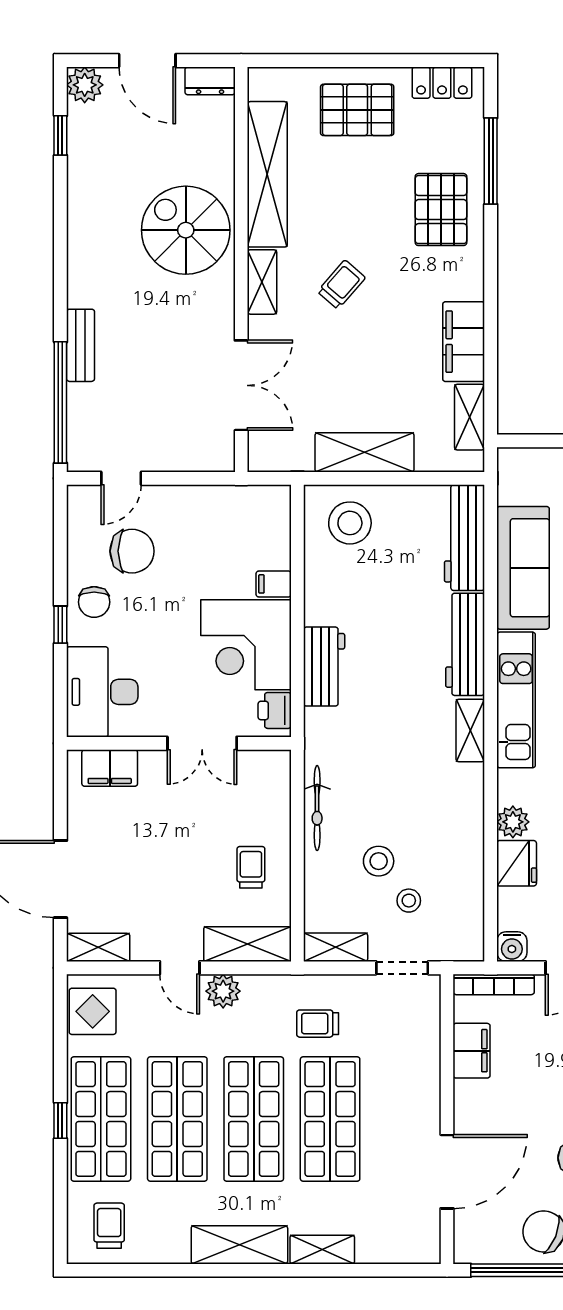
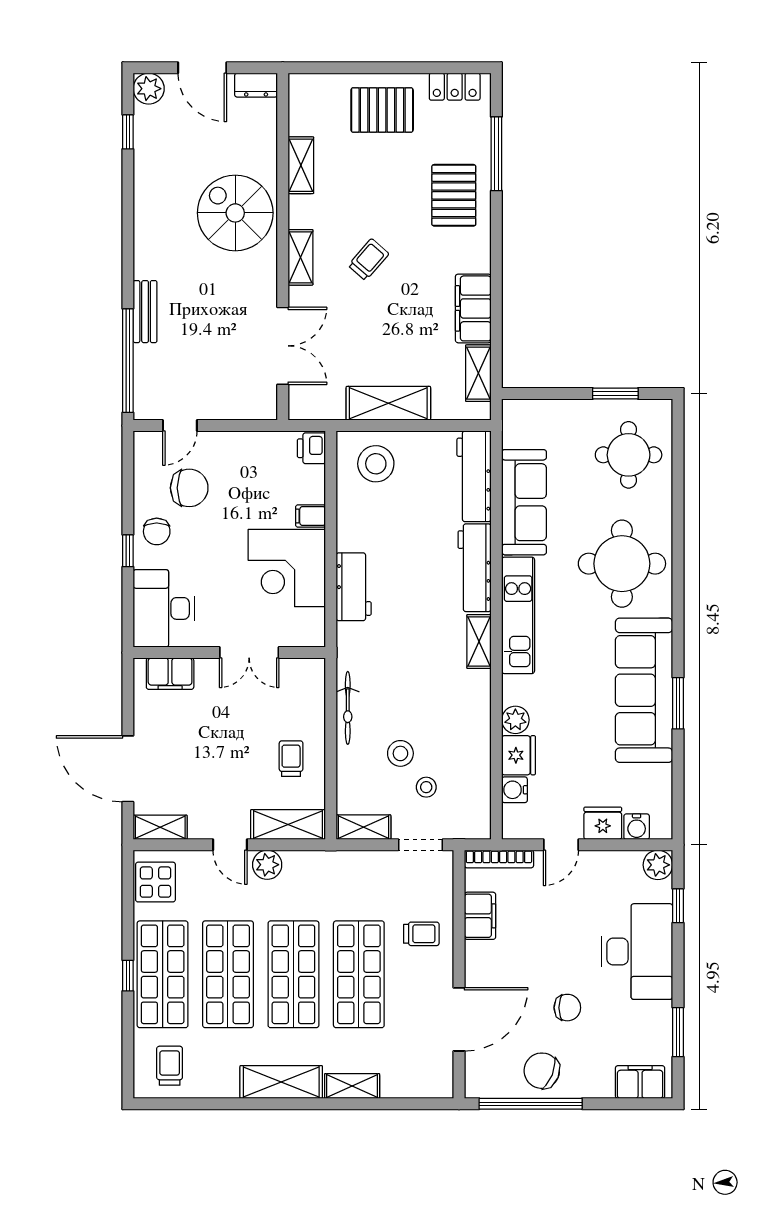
shelving: (267, 174) -> (301, 165), width x0.45, depth x0.75
printer: (275, 710) -> (311, 448), moved
water cooler: (512, 947) -> (515, 790), moved, turned 90
trolley: (318, 1024) -> (421, 934), moved, turned 180

